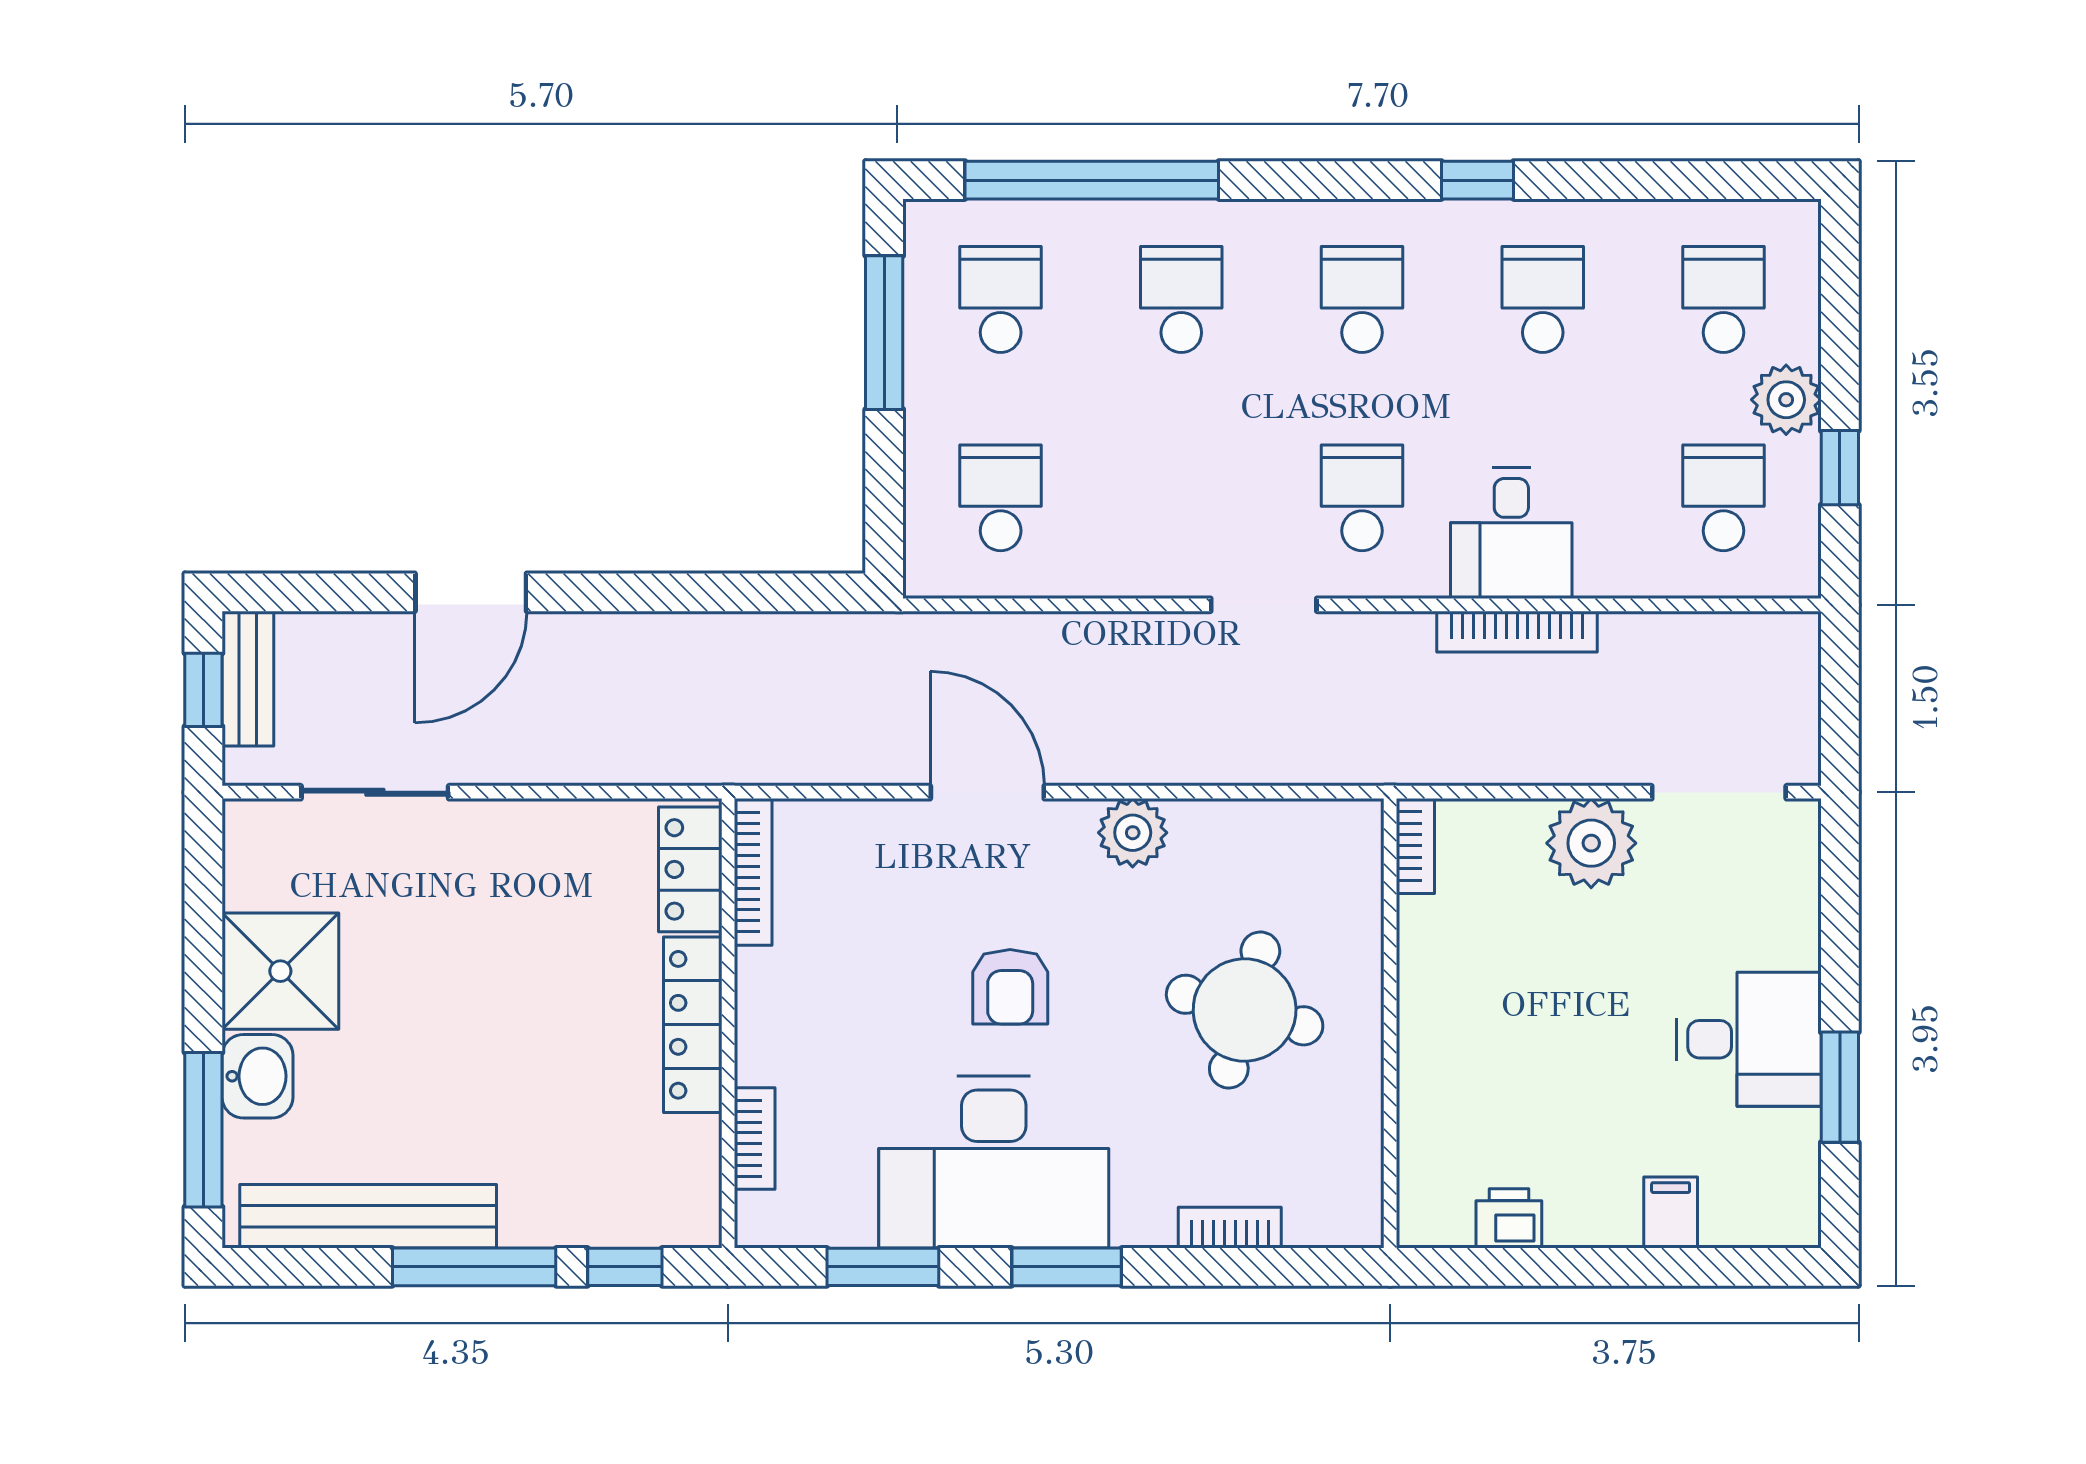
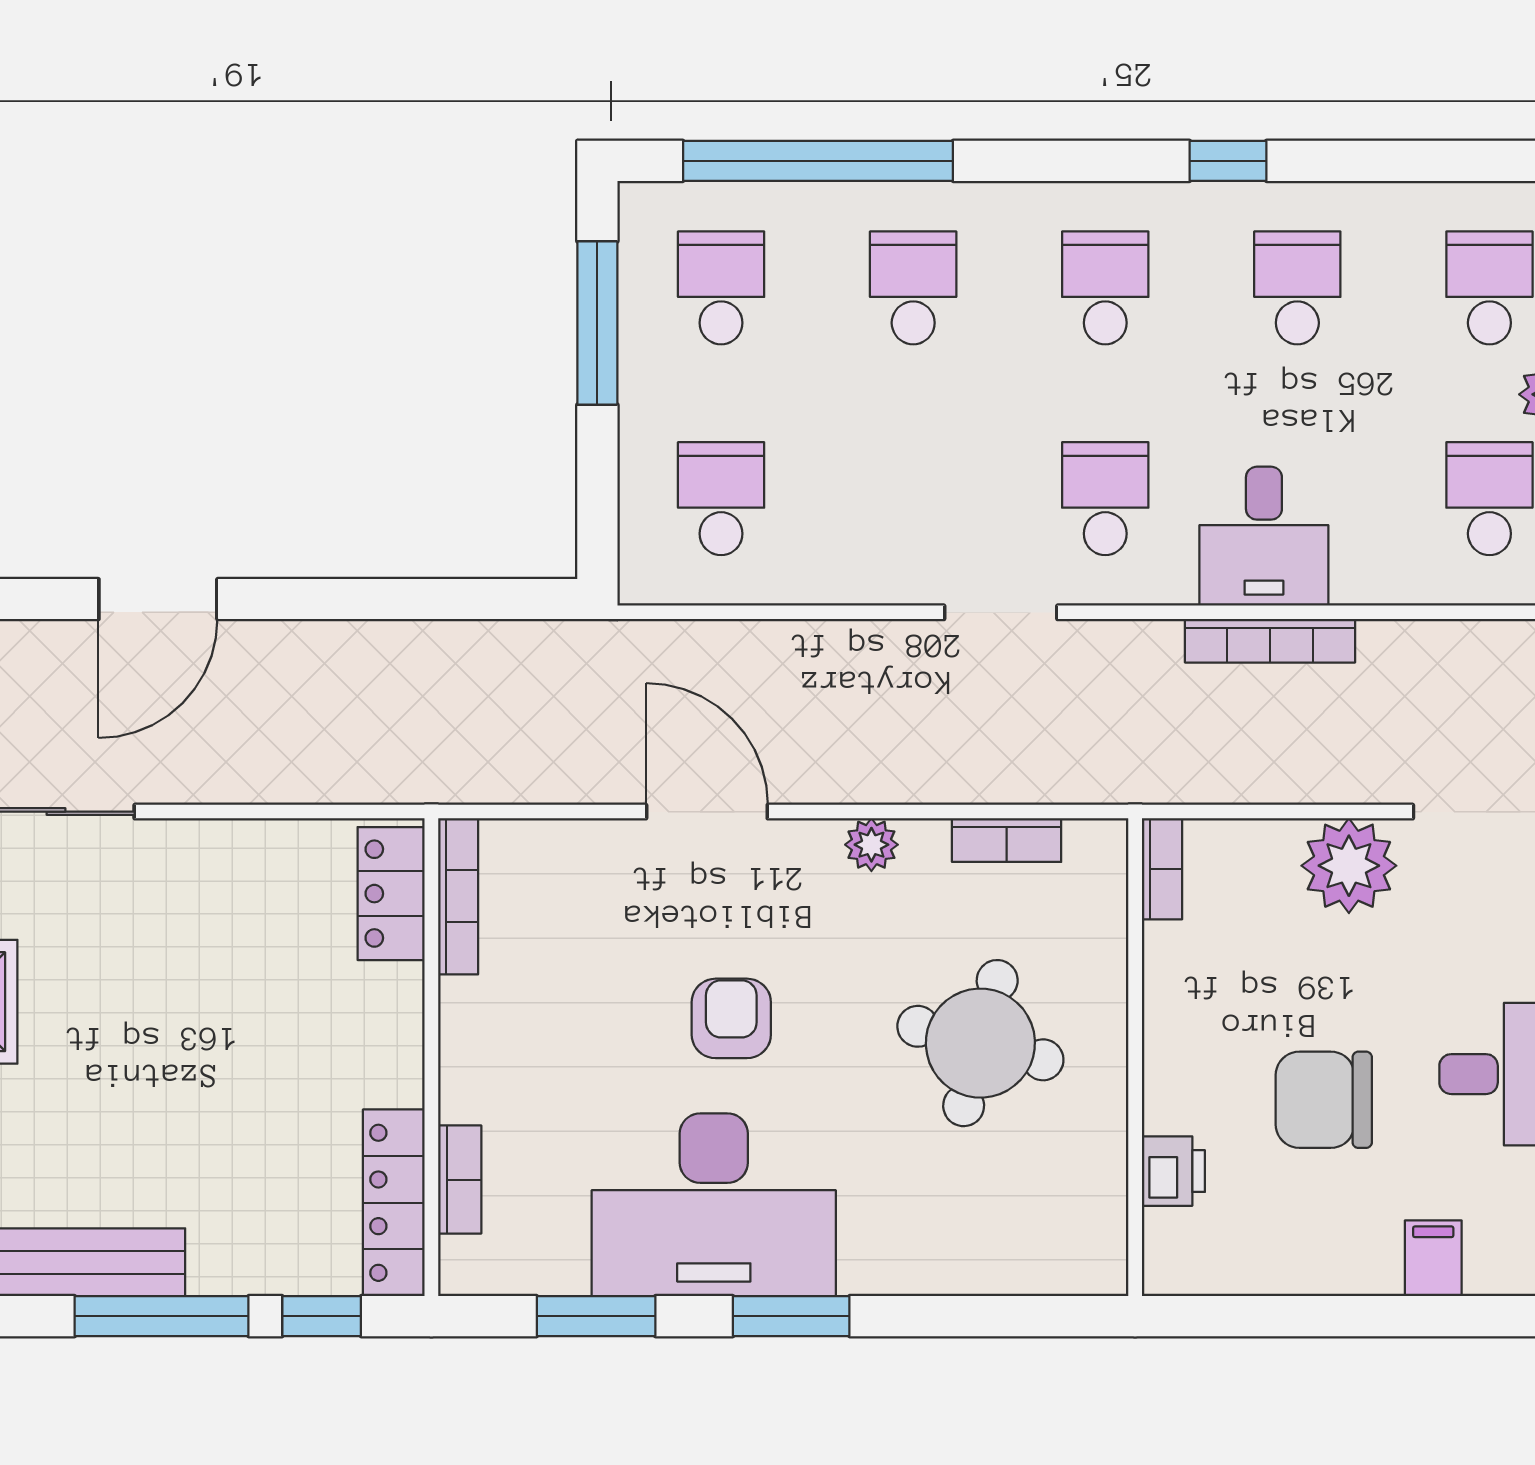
plant: (1133, 833) -> (871, 845), width x0.73, depth x0.73
armchair: (1010, 987) -> (731, 1018), turned 180
locker: (693, 1025) -> (394, 1203), moved
chair: (1568, 1063) -> (1324, 1100), added
printer: (1509, 1218) -> (1173, 1171), moved, turned 90
bookcase: (1230, 1228) -> (1007, 840), moved, turned 180

